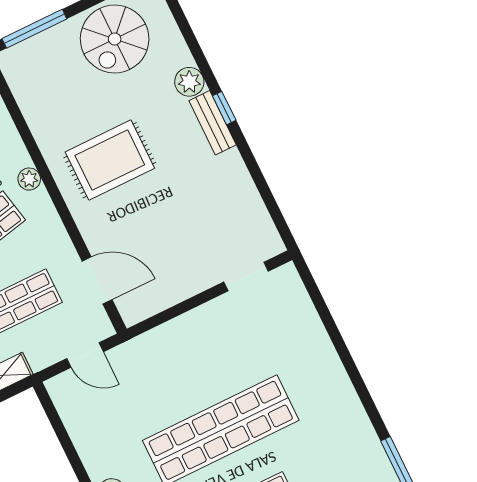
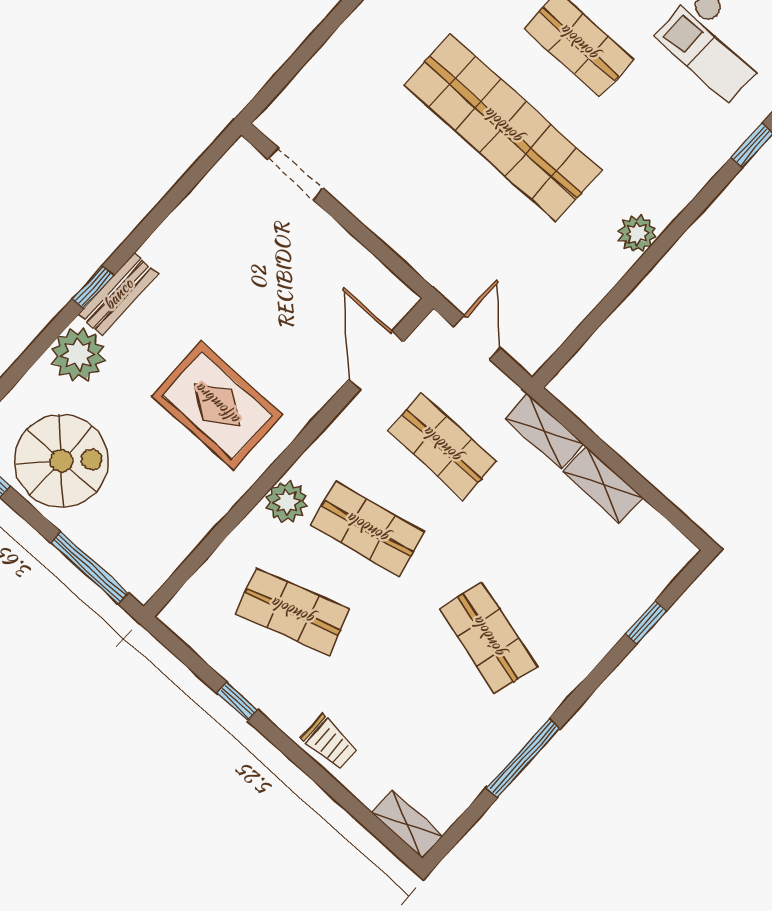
plant: (189, 82) -> (78, 355), width x1.36, depth x1.36
plant: (29, 179) -> (287, 502), width x1.38, depth x1.38

